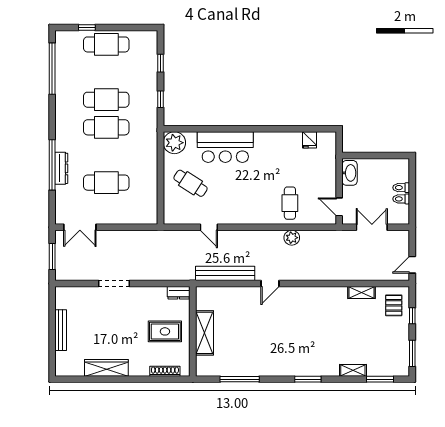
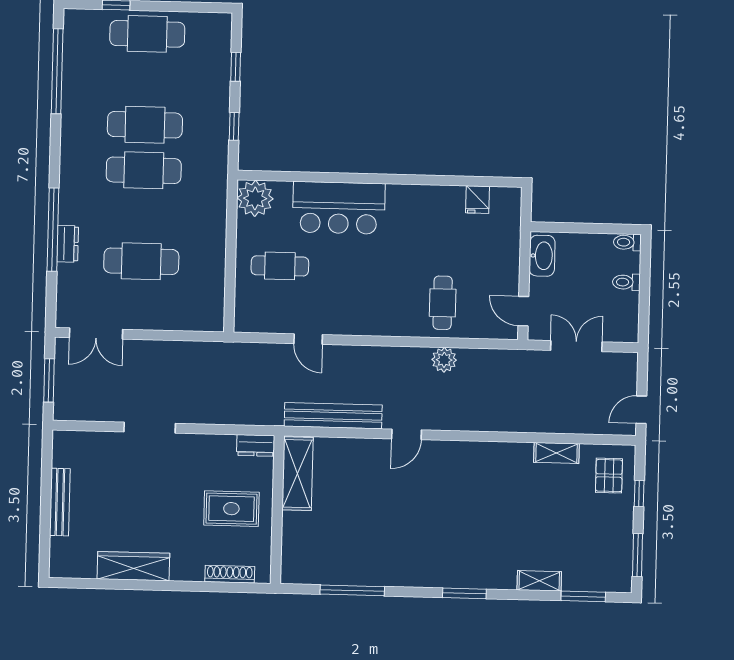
dresser: (61, 168) -> (68, 244), width x0.70
cafe table: (190, 183) -> (280, 266), turned -33
toilet: (401, 199) -> (627, 242), moved
shelving: (205, 333) -> (298, 474), moved

